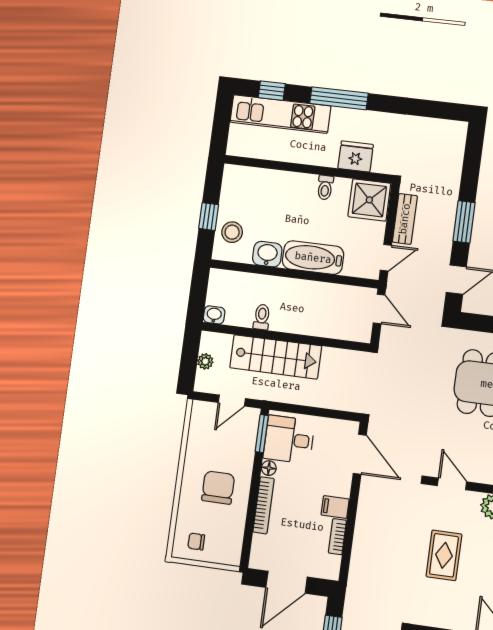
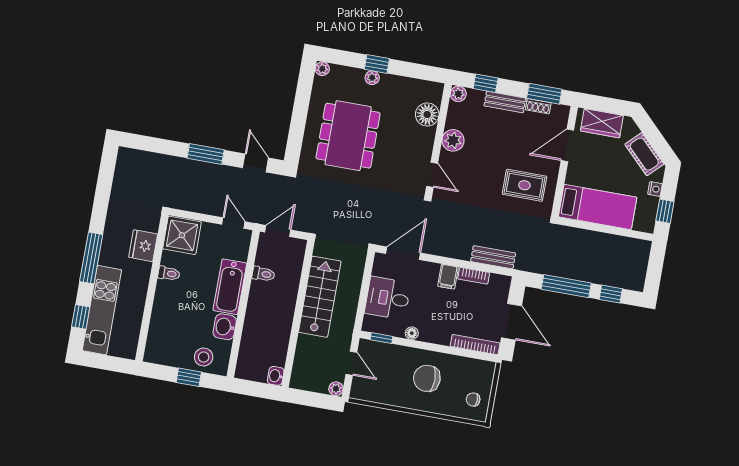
bench: (405, 219) -> (493, 257), moved
toilet: (262, 317) -> (263, 274), moved, turned 180
stairs: (276, 357) -> (320, 297), moved
plant: (205, 361) -> (336, 389), moved
window: (262, 434) -> (381, 338), width x0.67
desk: (289, 440) -> (388, 298), moved, turned 90
door: (452, 484) -> (432, 175), swing flipped
bookcase: (264, 505) -> (475, 345), moved
chair: (196, 541) -> (473, 399), turned 90
rug: (444, 555) -> (524, 185), moved

